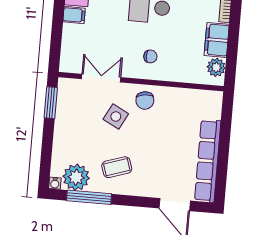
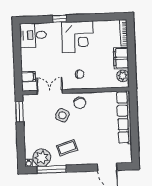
filing cabinet: (74, 15) -> (28, 77), moved
row of seats: (208, 161) -> (124, 117), moved

